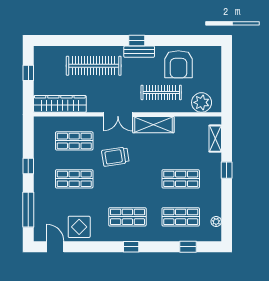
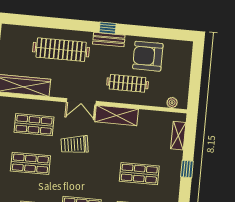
armchair: (178, 64) -> (148, 56), turned 90
plant: (202, 102) -> (172, 103), width x0.53, depth x0.53

